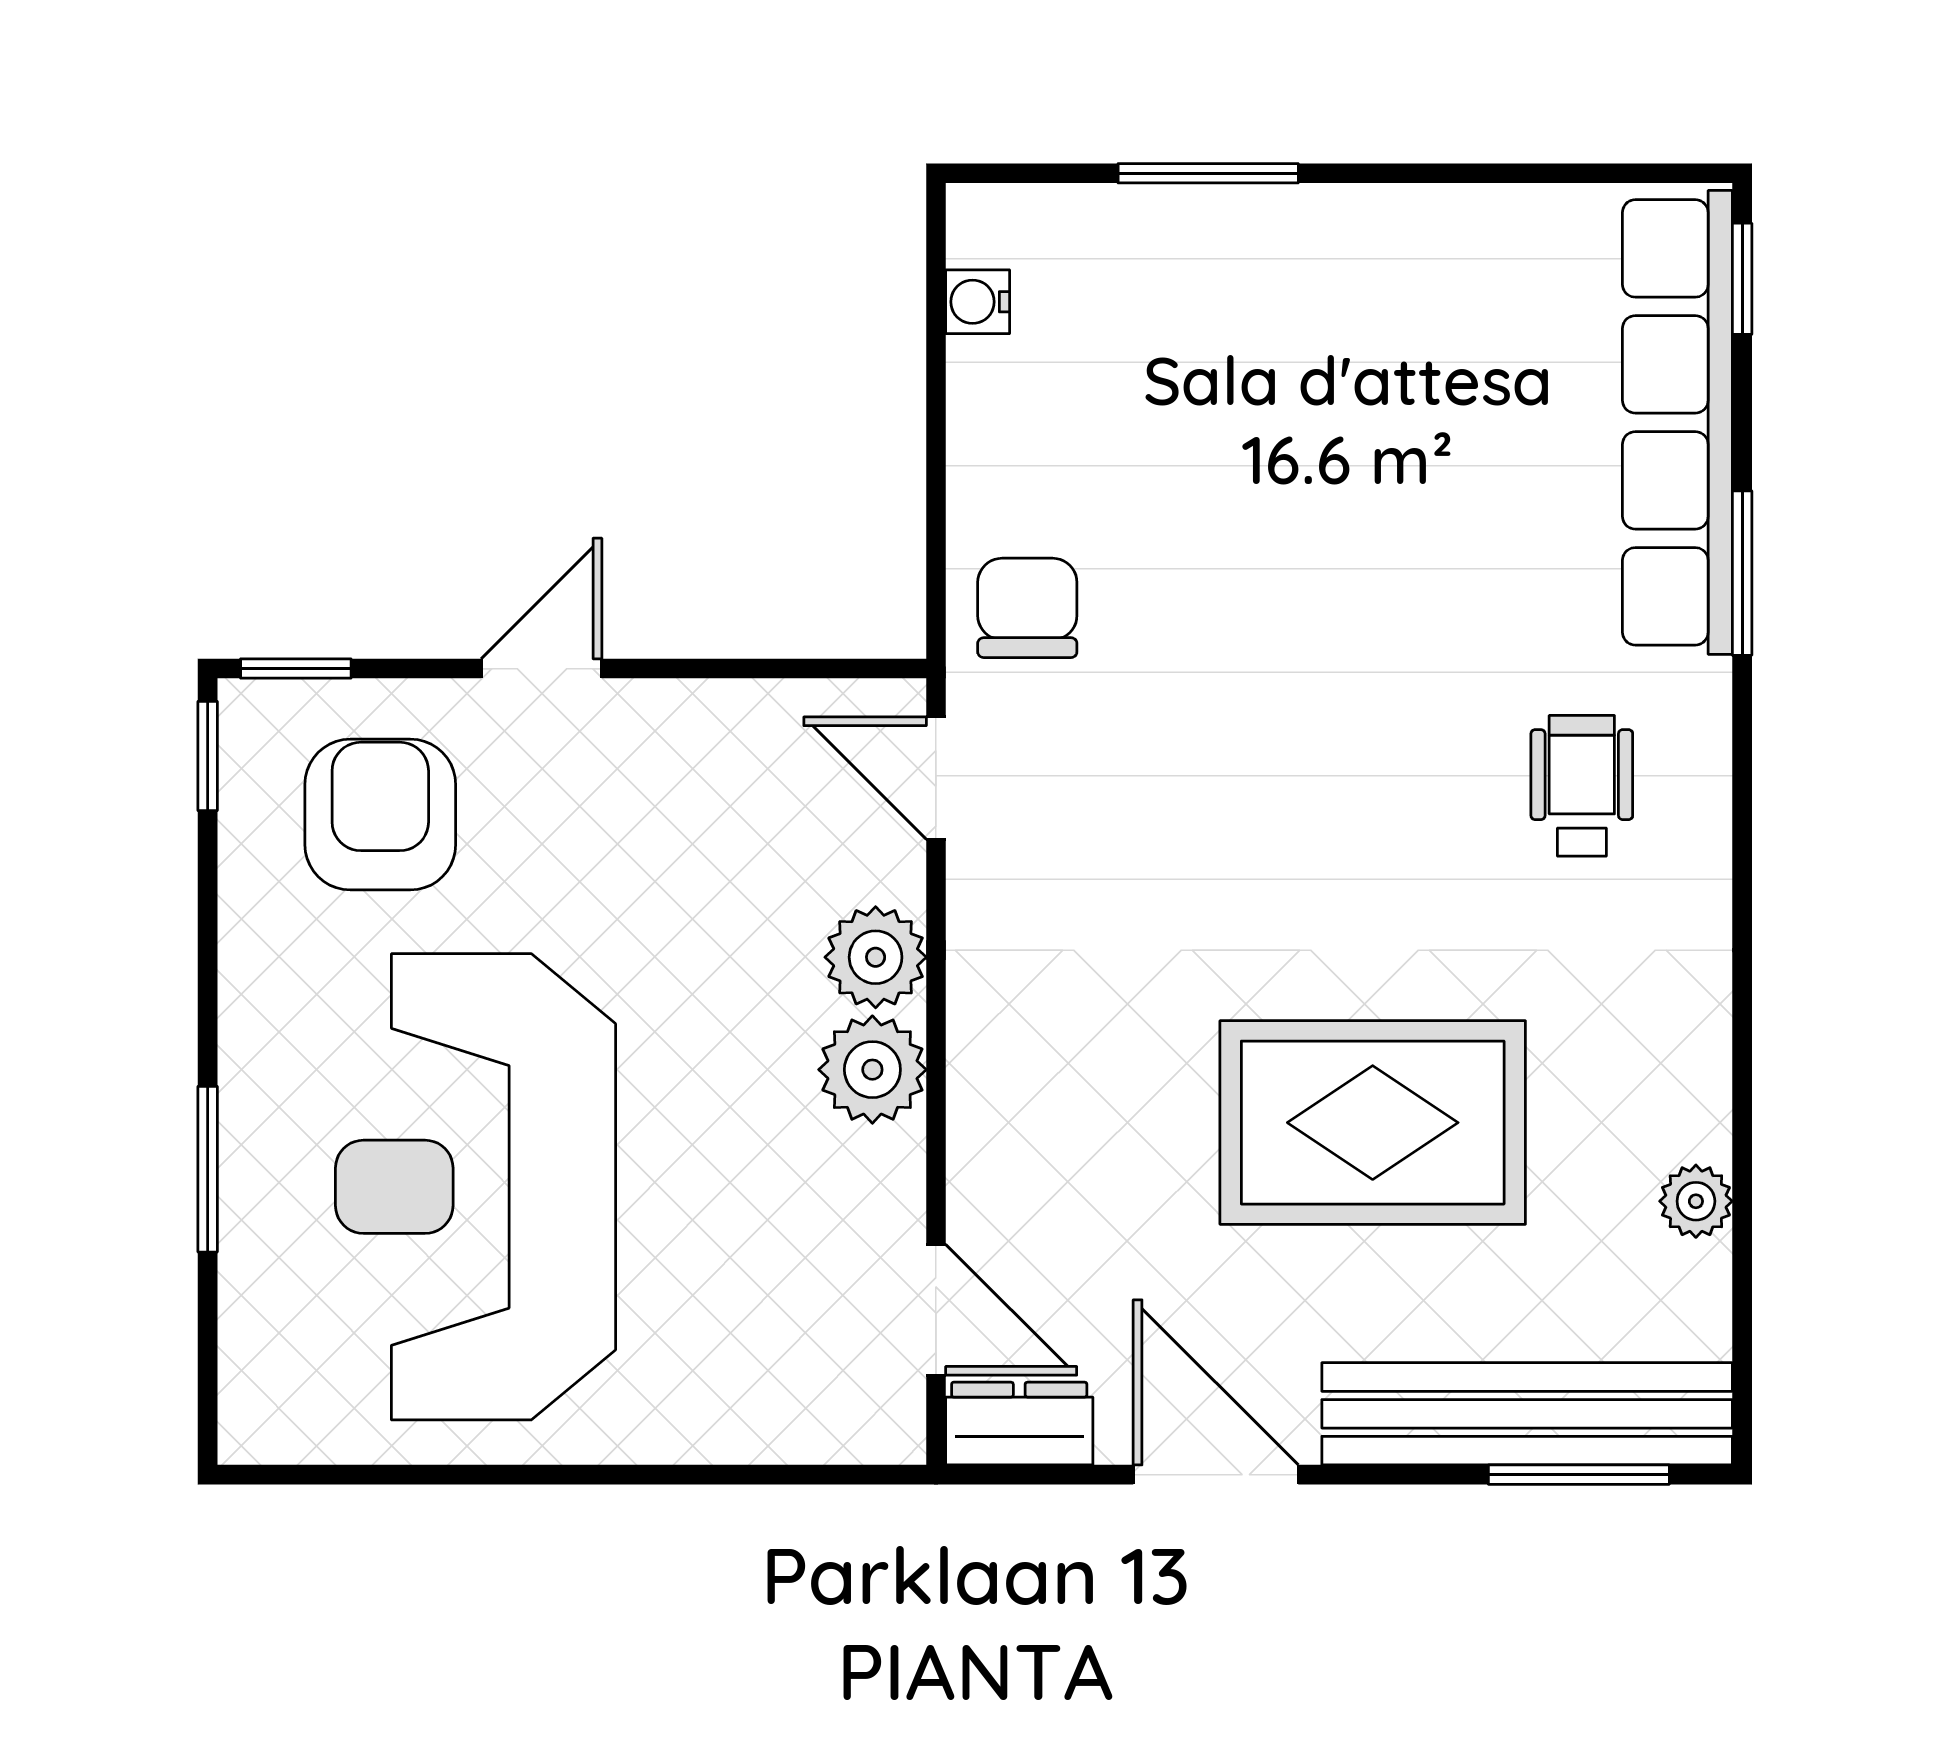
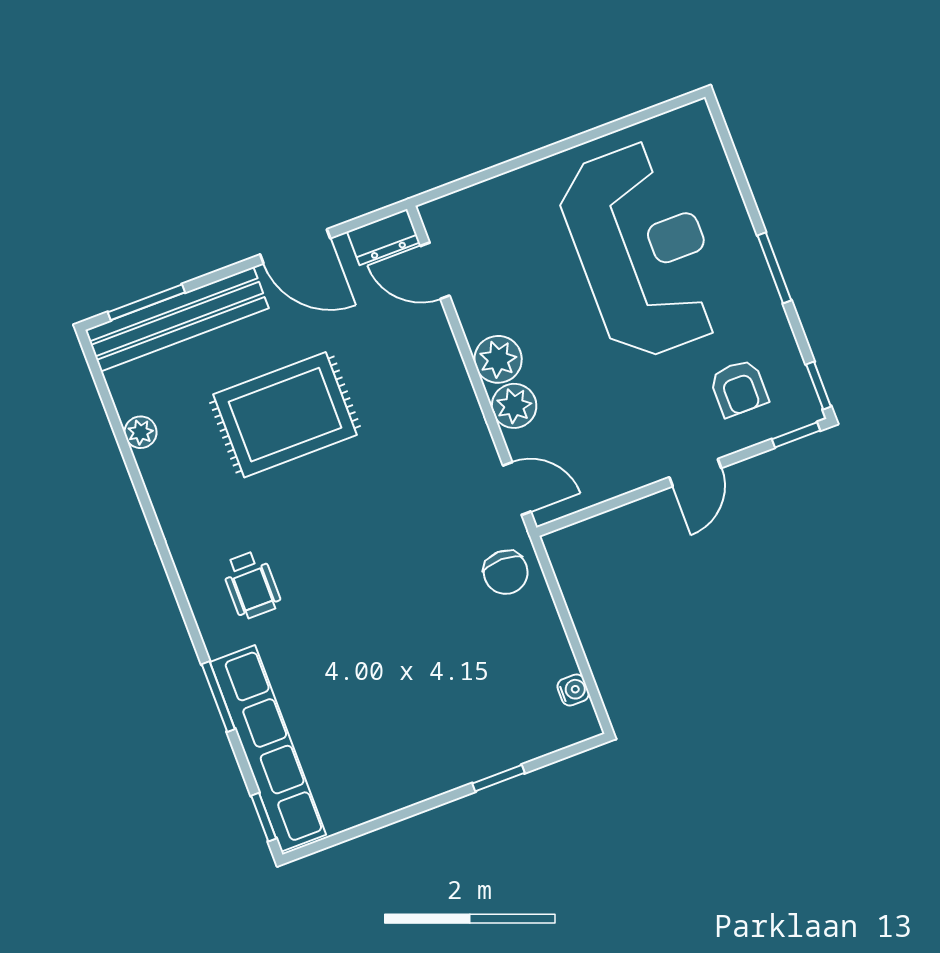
window: (1208, 173) -> (499, 778), width x0.67
armchair: (380, 815) -> (739, 388), width x0.72, depth x0.72
window: (208, 1169) -> (774, 268), moved

